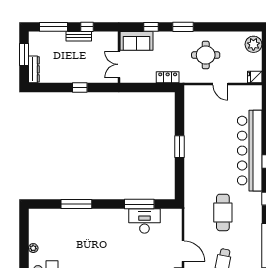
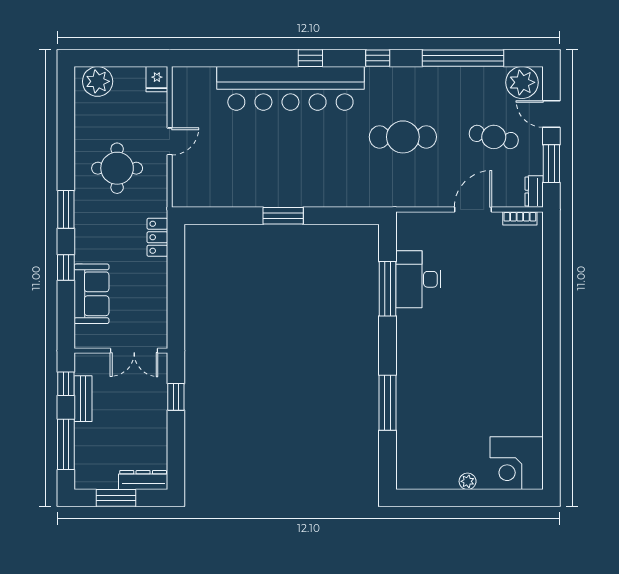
wall: (119, 57) -> (121, 351), moved
double door: (119, 64) -> (134, 351), moved

